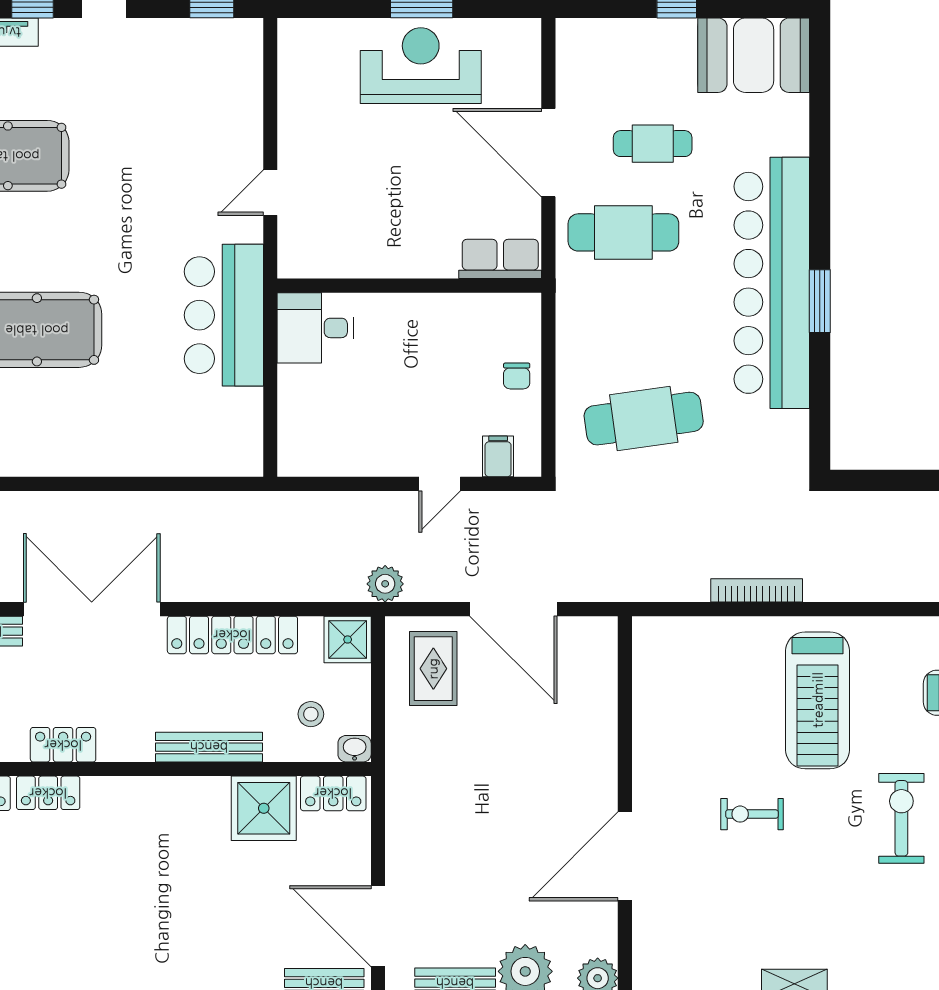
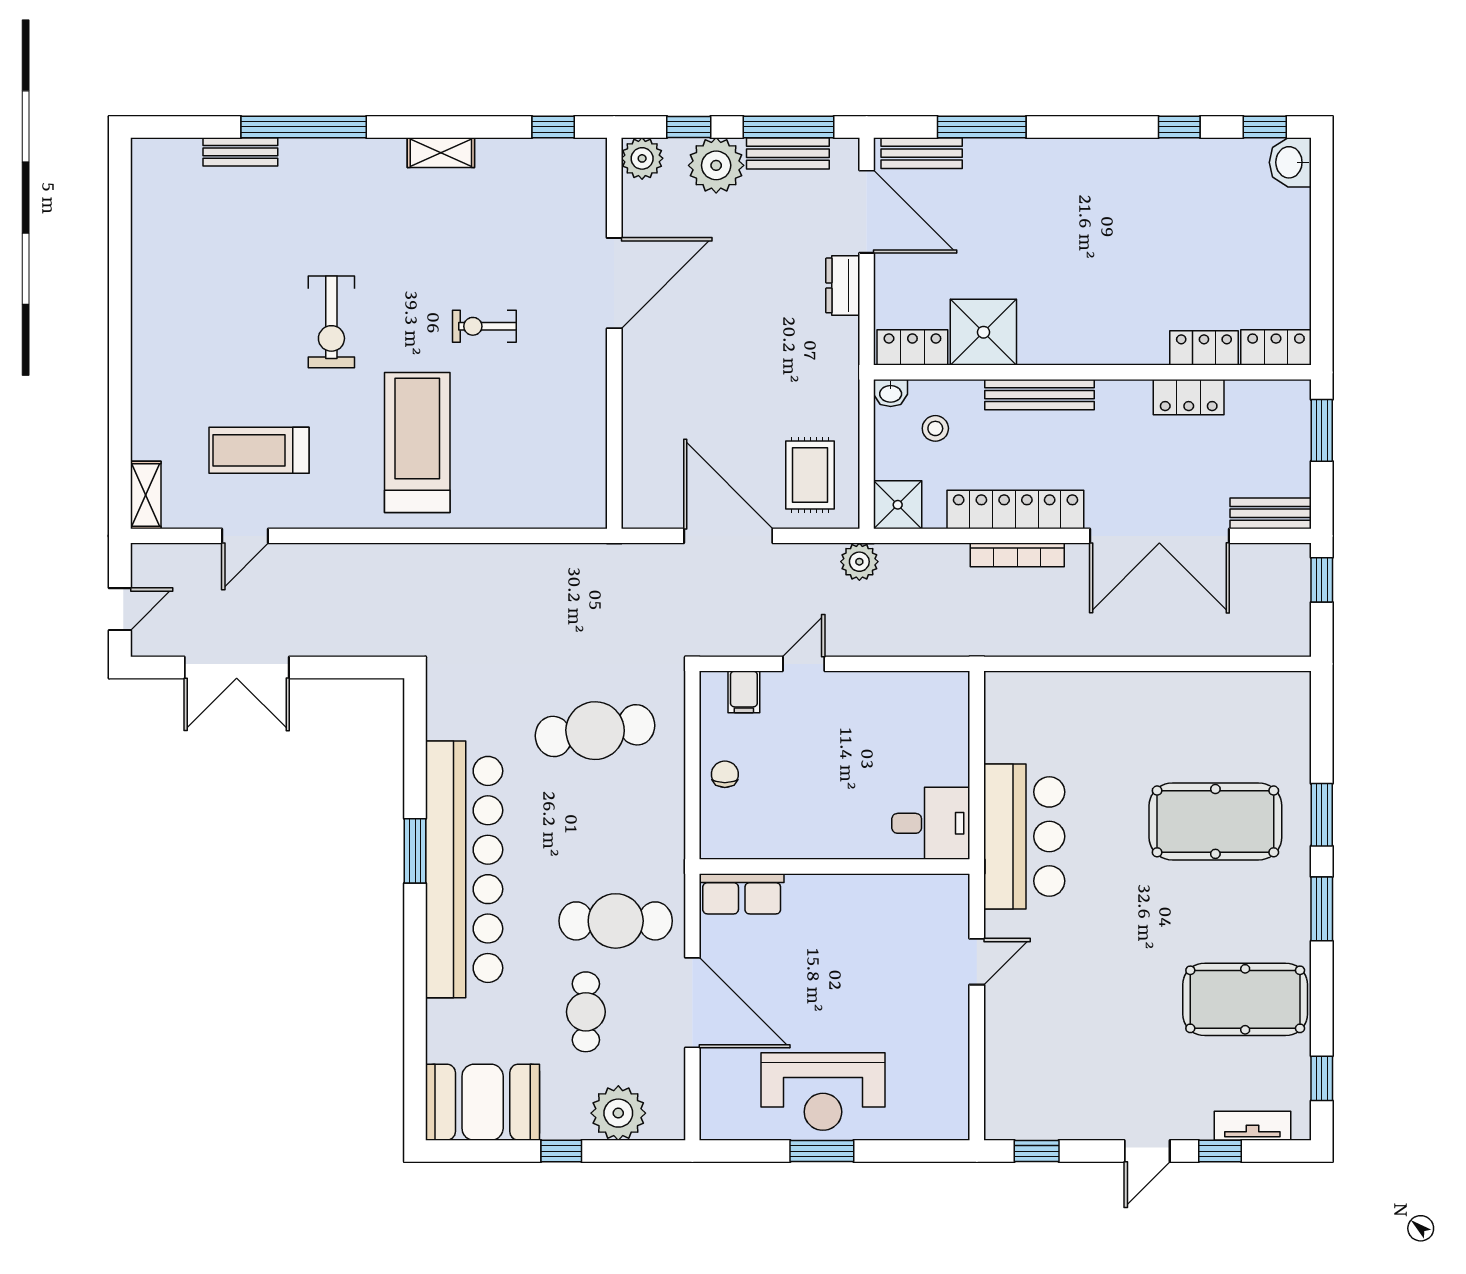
plant: (621, 45) -> (618, 1113), added
cafe table: (653, 144) -> (586, 1012), turned 90
bookcase: (757, 590) -> (1017, 555), moved
exercise bike: (752, 814) -> (484, 326), turned 180
dresser: (401, 854) -> (843, 285), added

